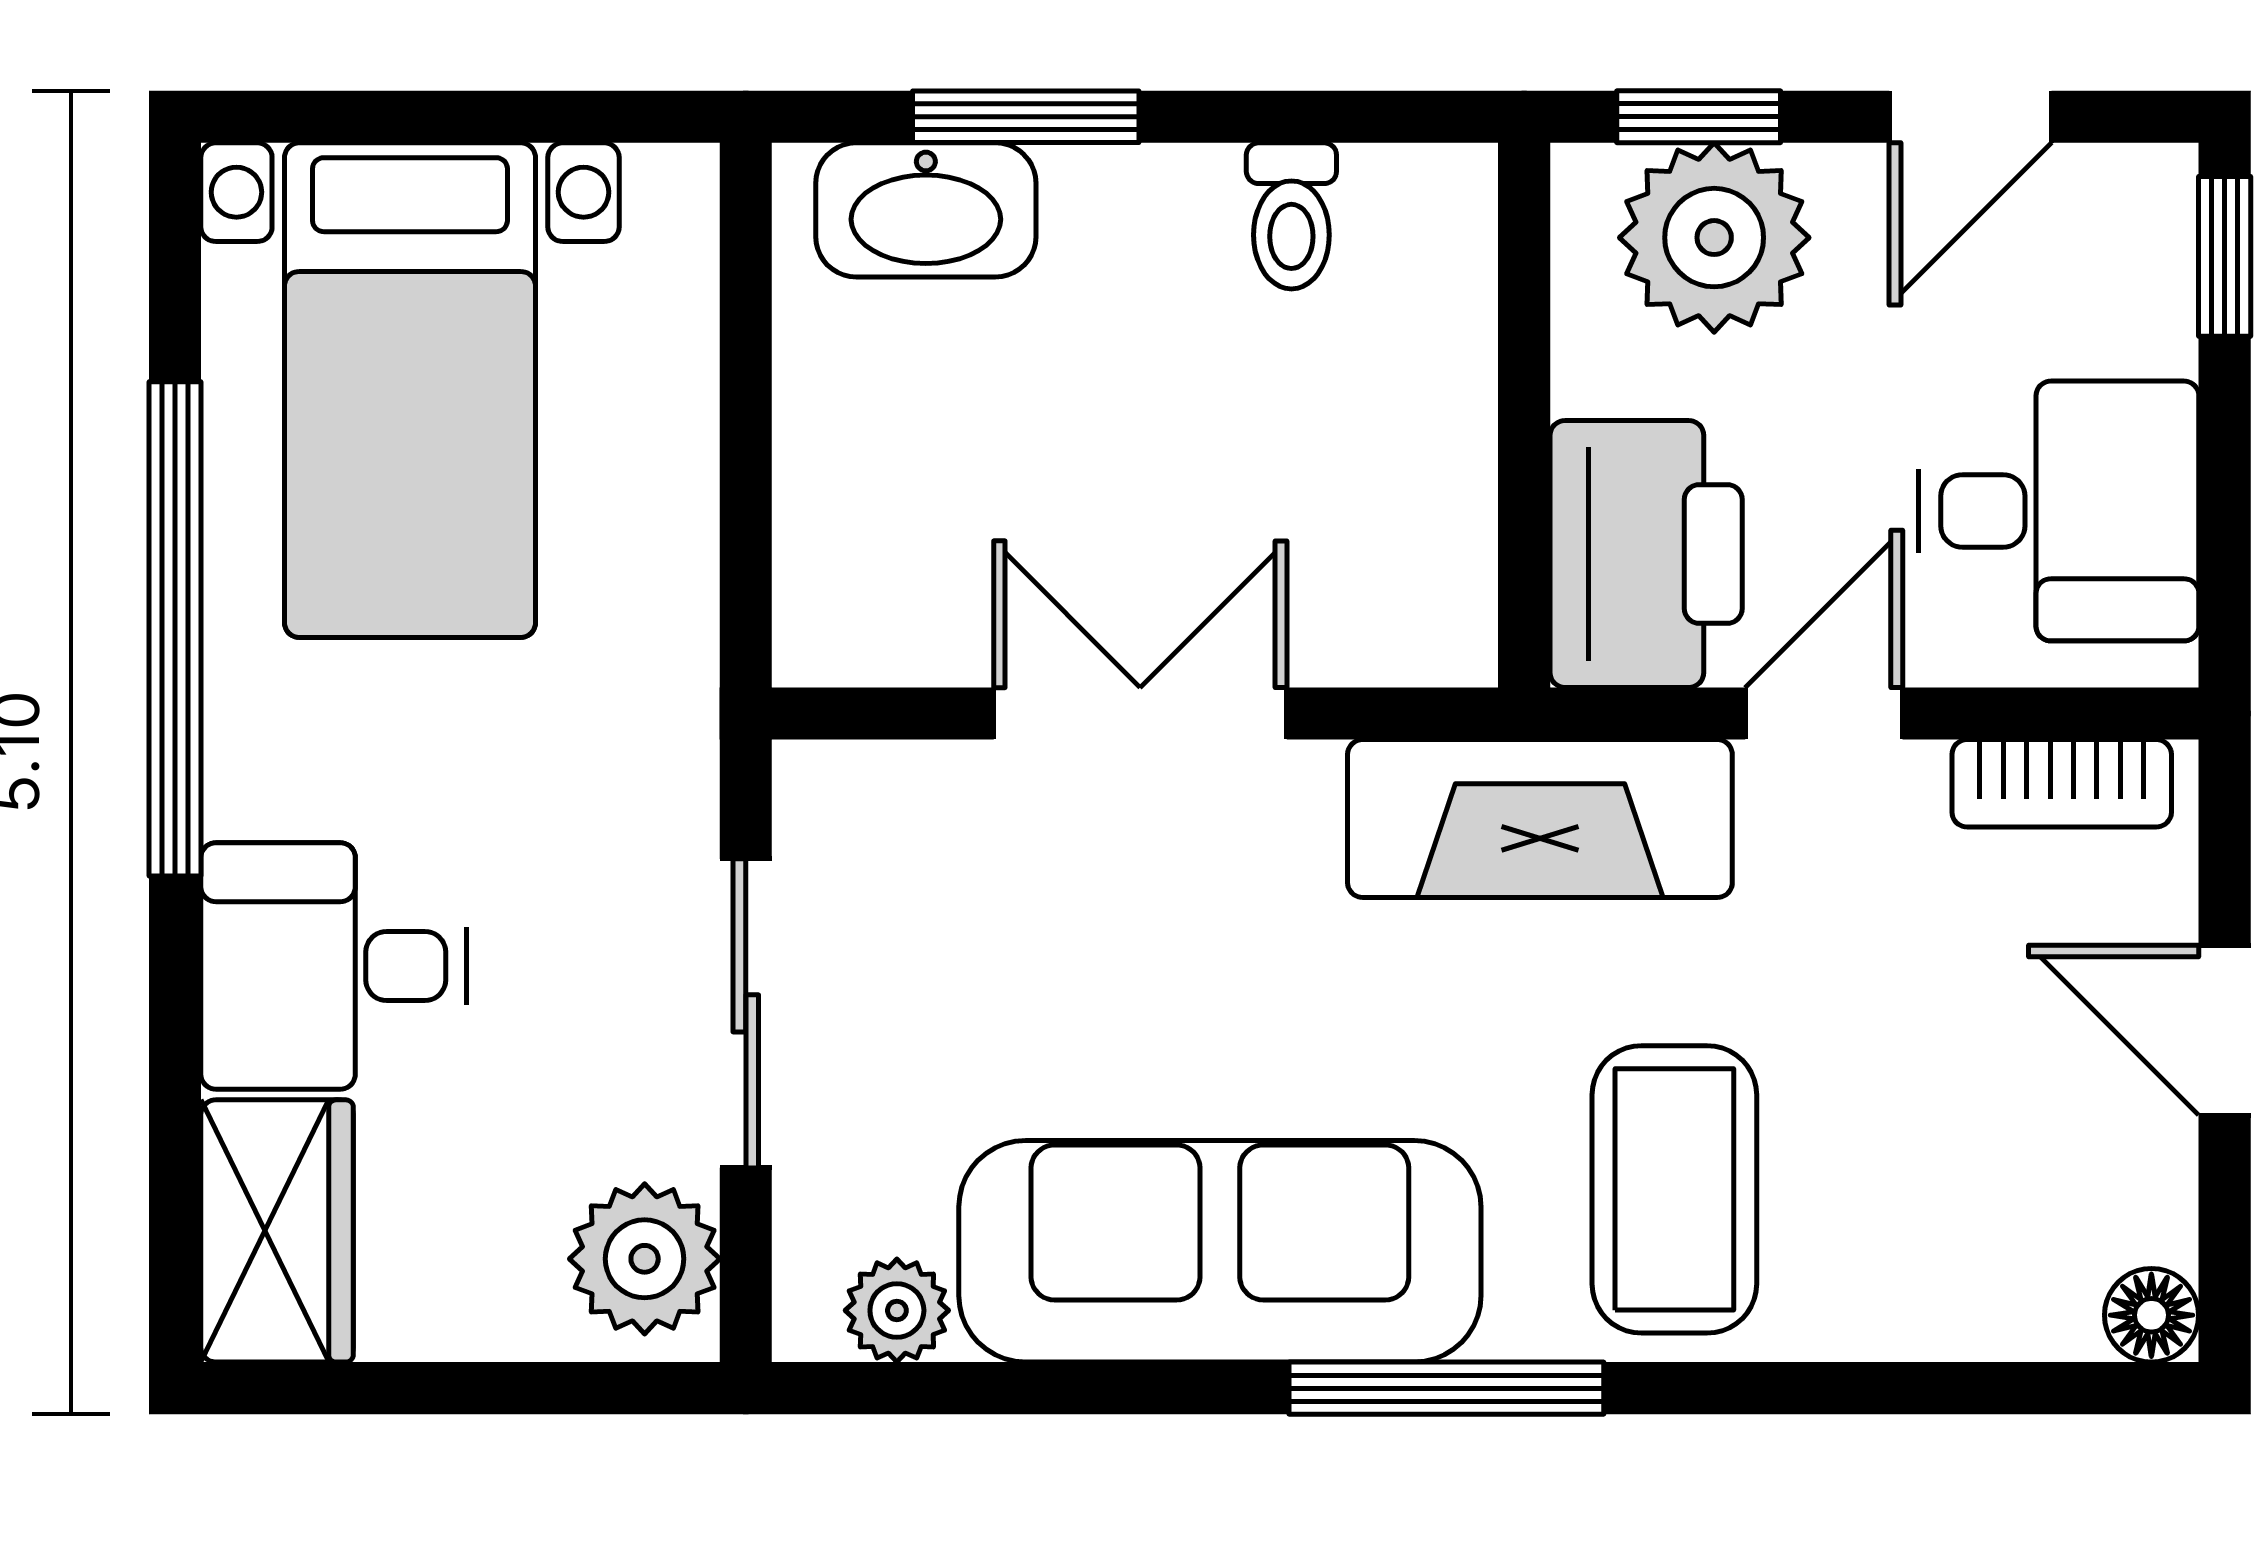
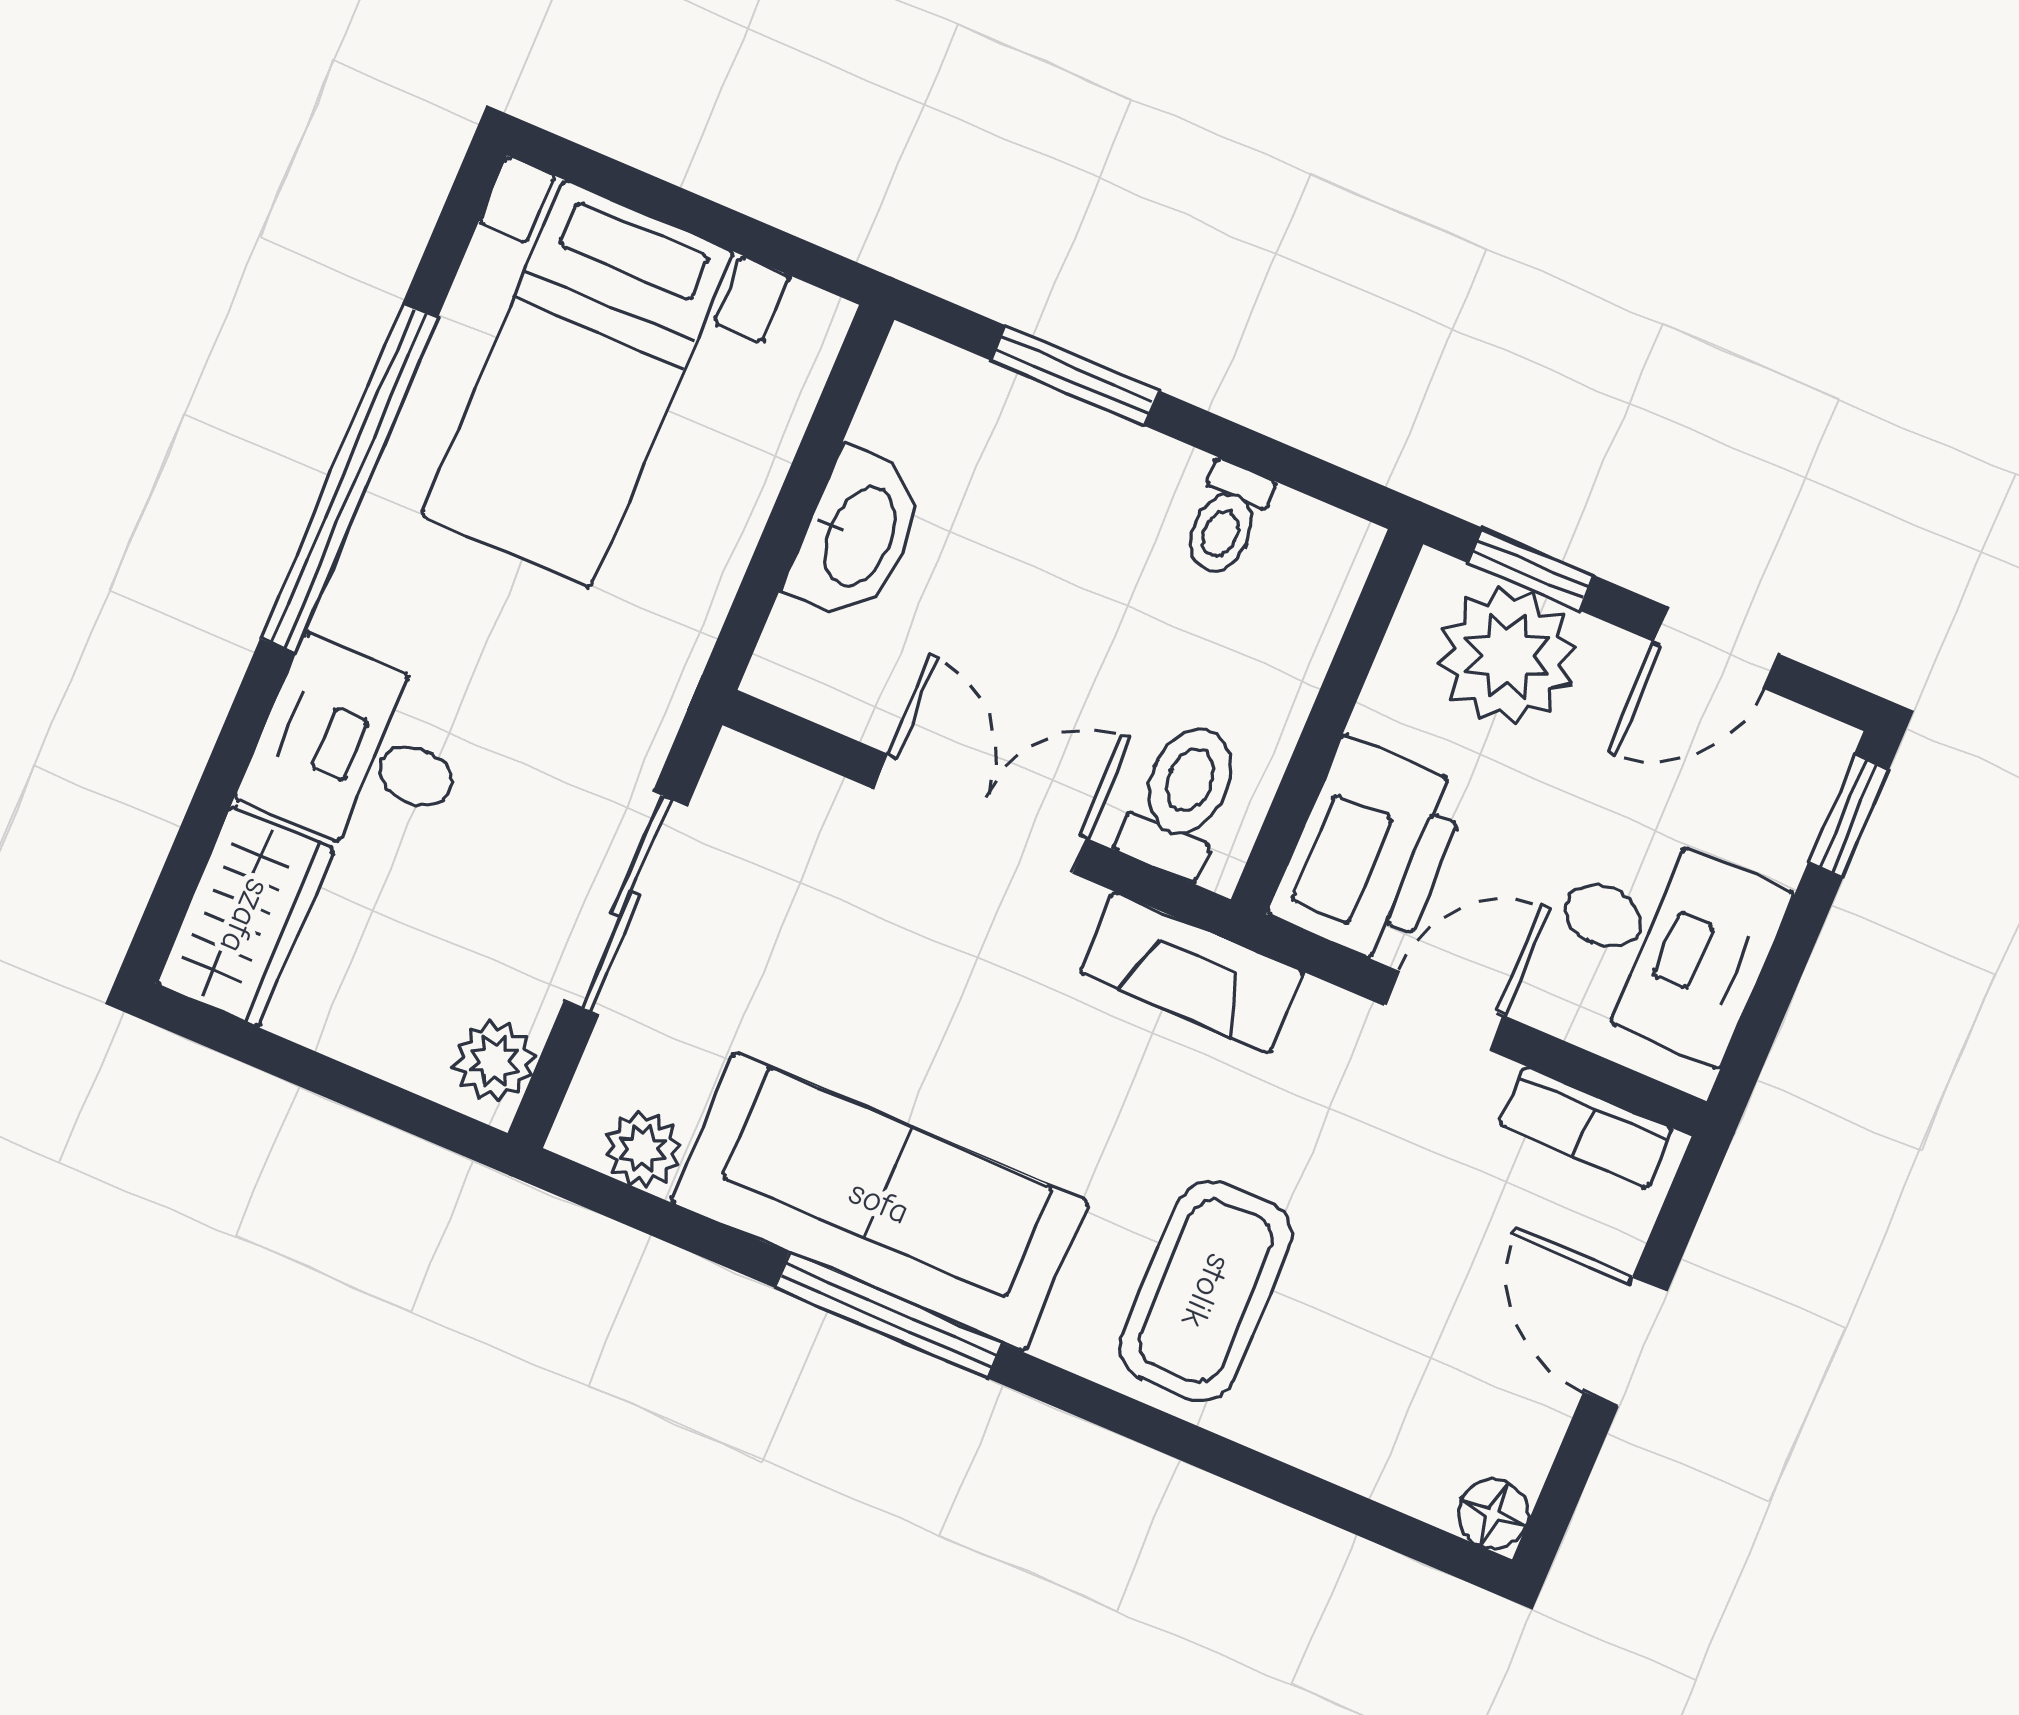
washbasin: (926, 210) -> (857, 536), moved, turned -90
toilet: (1384, 588) -> (1182, 799), added
fireplace: (1540, 819) -> (1192, 972), width x0.73, depth x0.76
plant: (645, 1259) -> (494, 1061), width x0.73, depth x0.73
window: (1446, 1388) -> (889, 1316), moved

